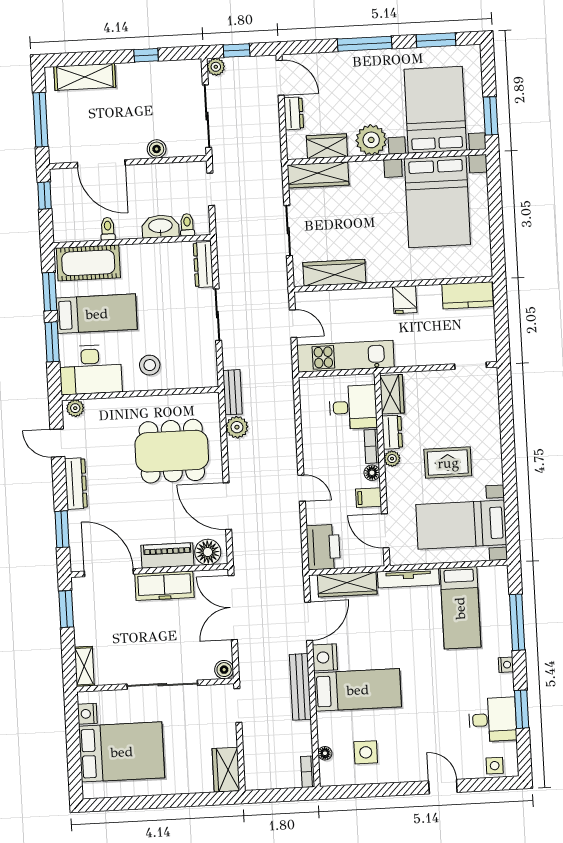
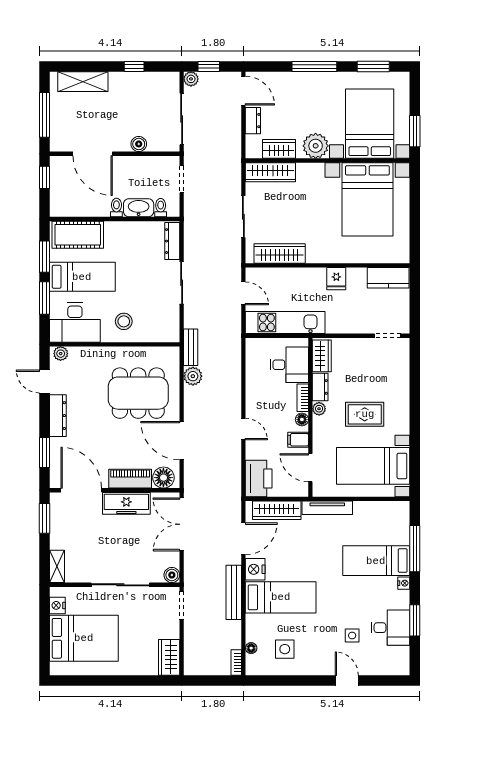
toilet: (108, 229) -> (116, 207), moved
bed: (460, 608) -> (376, 561), moved, turned 90
side table: (495, 766) -> (352, 635), moved

